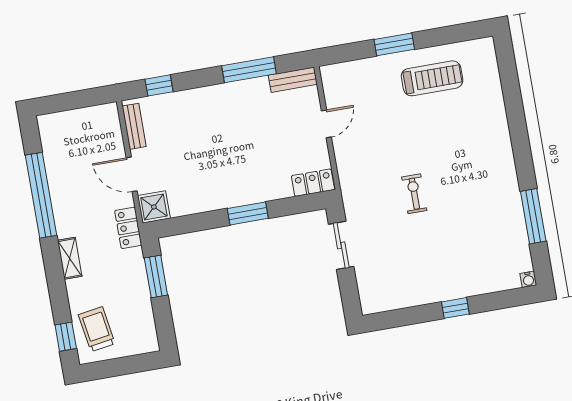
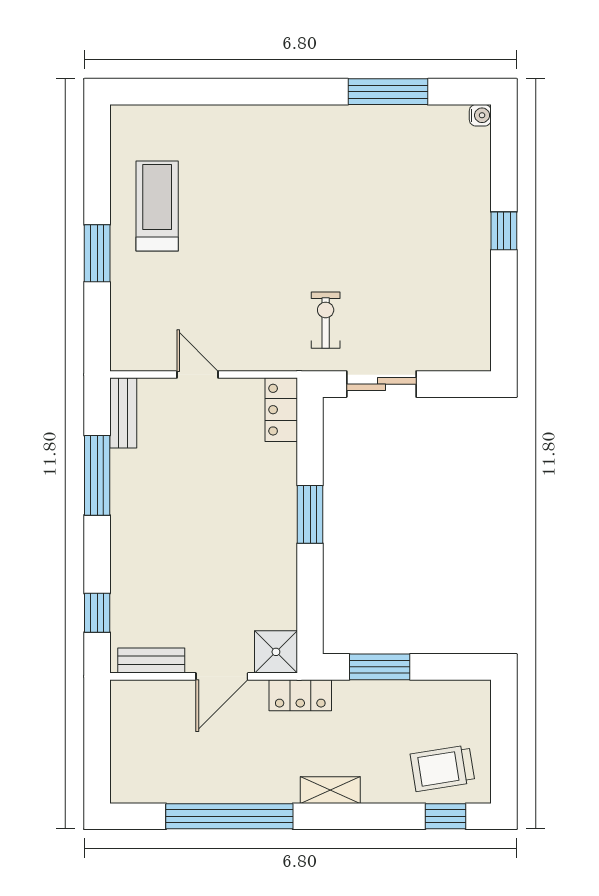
exercise bike: (414, 194) -> (326, 320), moved, turned 90

